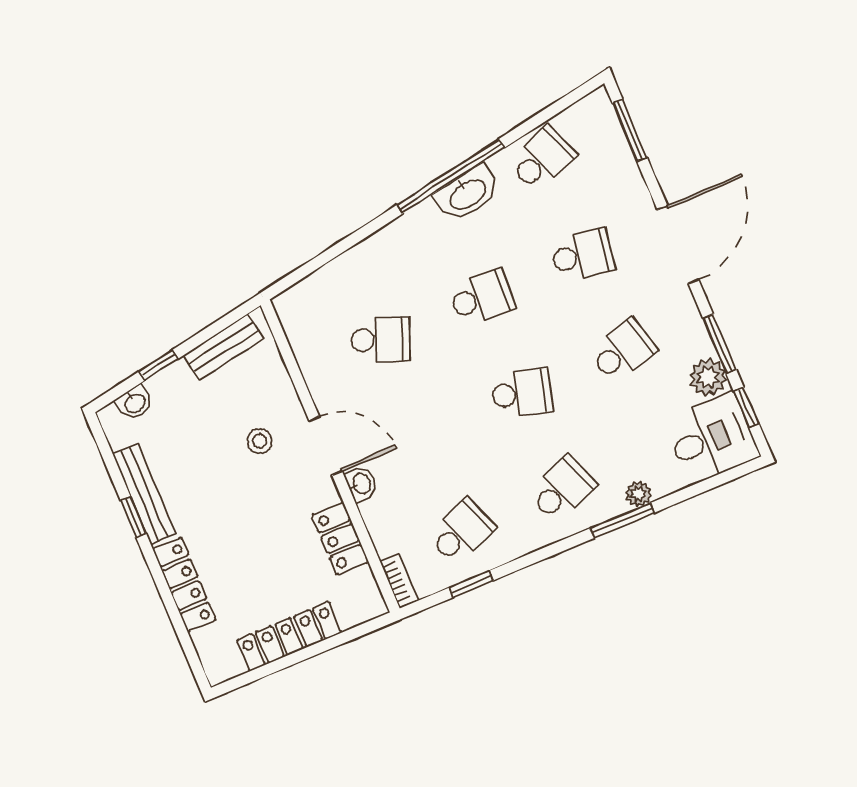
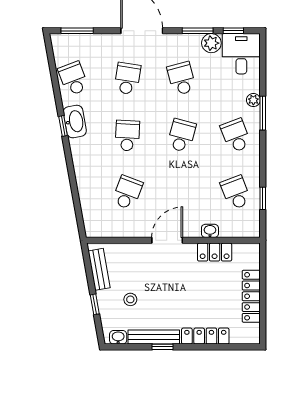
window: (451, 176) -> (63, 126), width x0.32
washbasin: (135, 403) -> (118, 337), moved, turned -80
stool: (260, 441) -> (130, 299), moved
washbasin: (361, 484) -> (210, 231), moved
bookcase: (399, 581) -> (247, 232), removed

